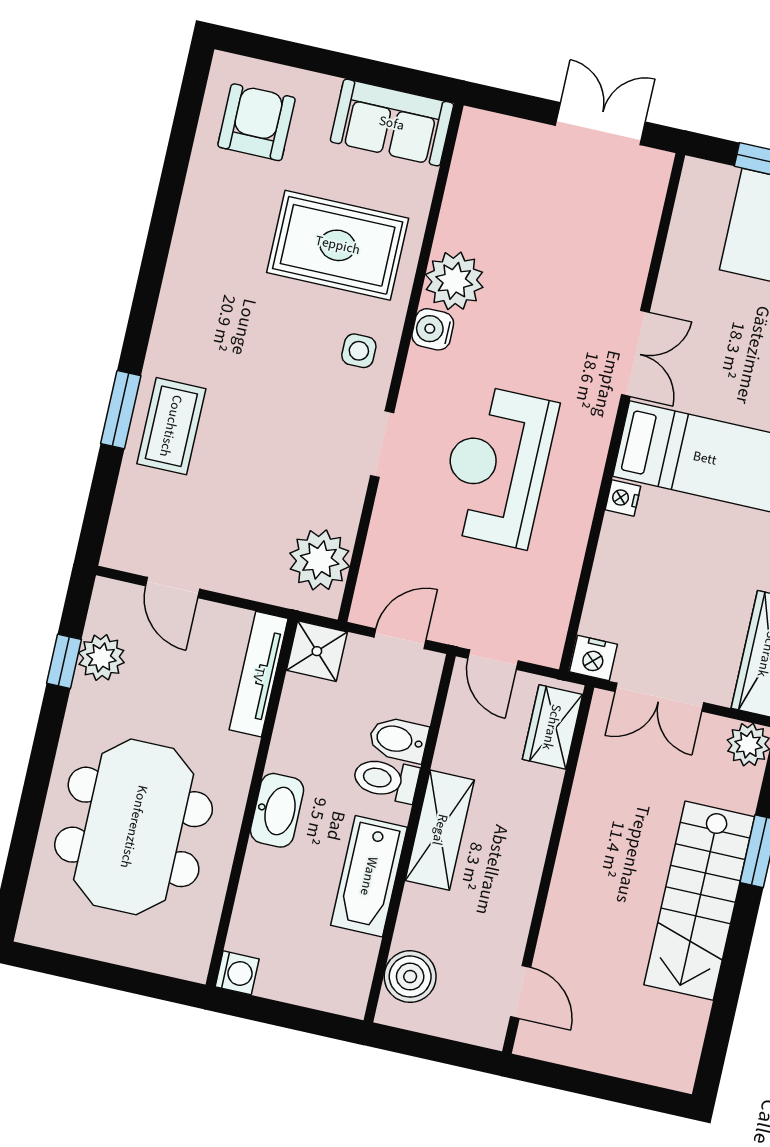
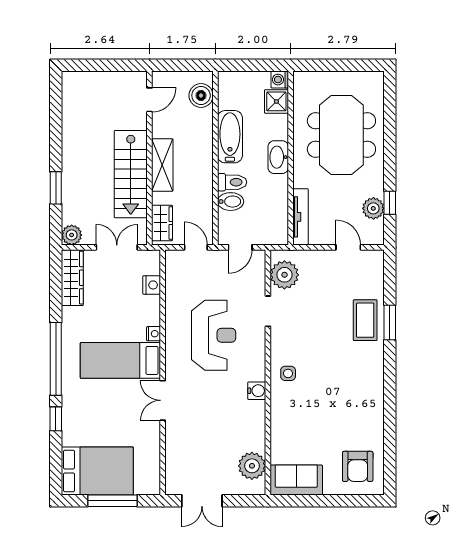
rug: (338, 245) -> (308, 419), removed
plant: (454, 281) -> (252, 466), moved
doorway: (382, 444) -> (268, 311), moved
shower: (317, 651) -> (276, 101), moved
nightstand: (593, 658) -> (152, 285), moved, turned 90
shelving: (440, 830) -> (162, 165), moved
stairs: (699, 901) -> (131, 174), moved, turned 180
door: (521, 992) -> (149, 100), swing flipped

